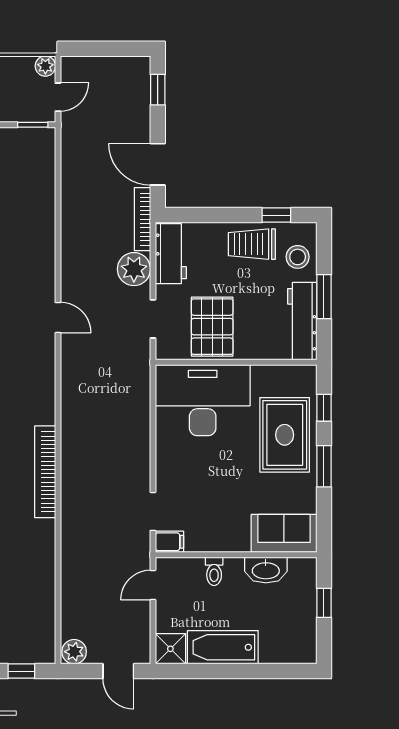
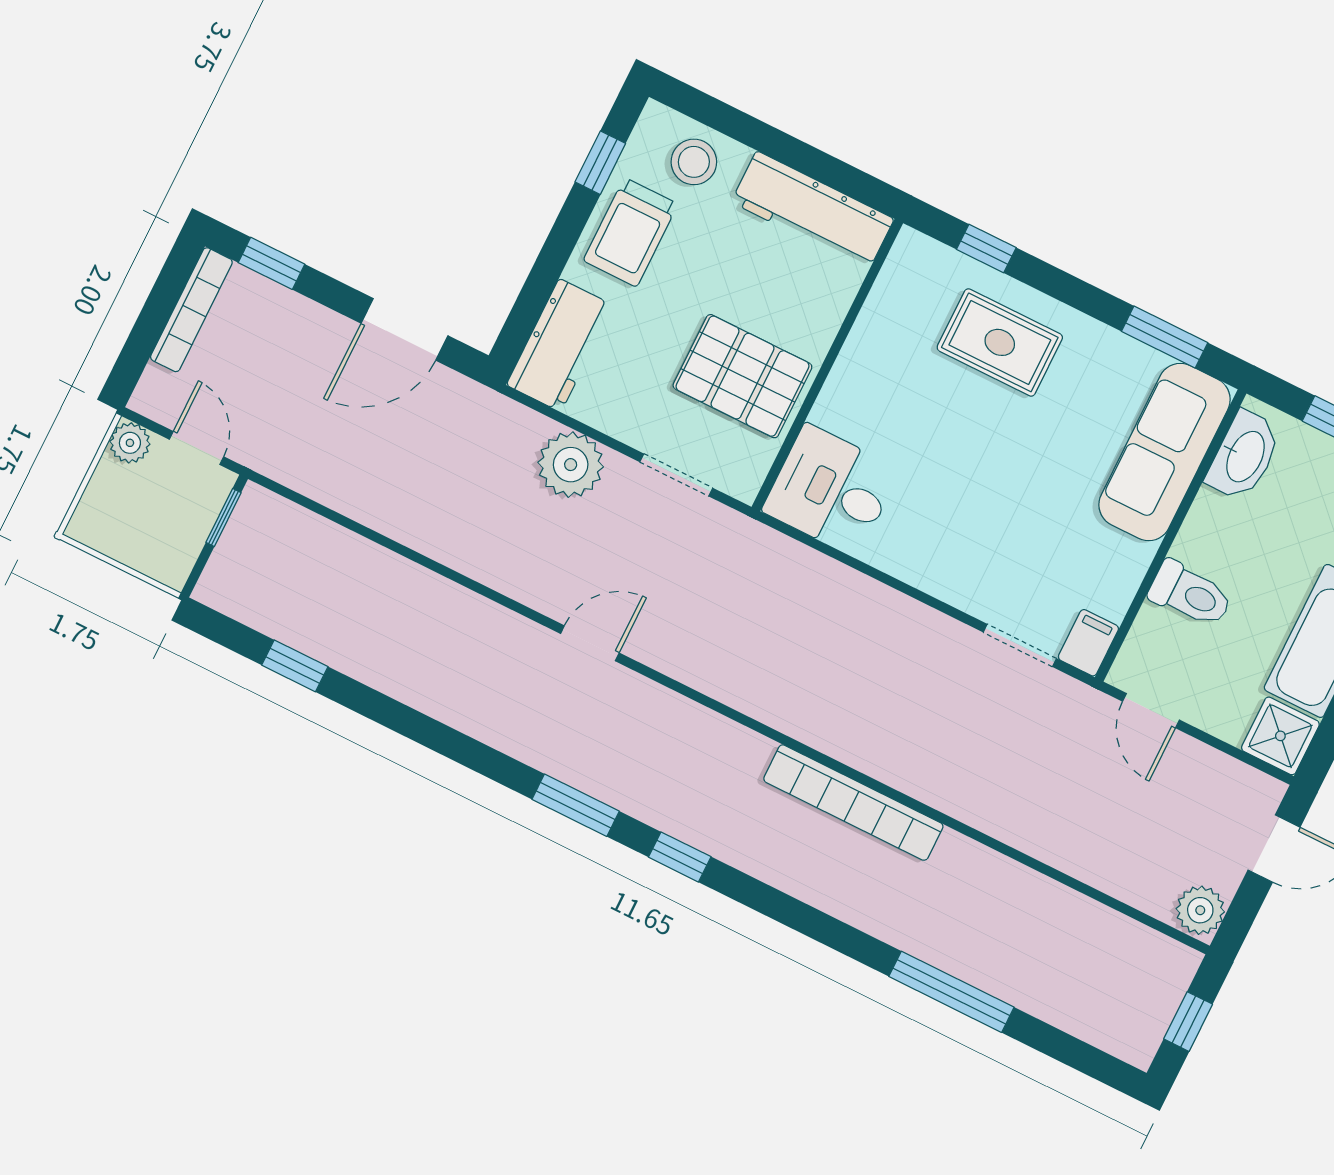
bookcase: (142, 219) -> (191, 310), moved, turned -90
workbench: (171, 254) -> (560, 345), moved, turned 90
window: (324, 297) -> (788, 150), removed
desk: (203, 400) -> (831, 490), width x0.53, depth x0.77
rug: (285, 435) -> (1000, 342), width x0.73, depth x0.70
window: (324, 466) -> (1165, 337), moved
sofa: (284, 533) -> (1165, 452), width x1.36
washbasin: (266, 570) -> (1244, 456), moved
toilet: (214, 571) -> (1191, 594), width x1.37, depth x1.39

